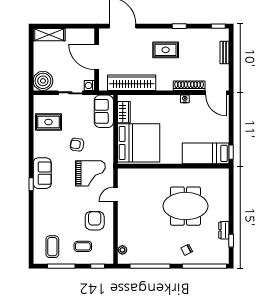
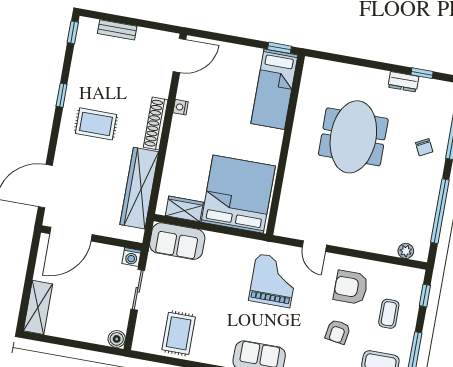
rug: (166, 50) -> (96, 124), turned 90
door: (97, 57) -> (71, 234), moved
boiler: (43, 81) -> (117, 339), width x0.54, depth x0.54
shoe rack: (189, 86) -> (156, 123), moved
armchair: (77, 145) -> (338, 332), moved

